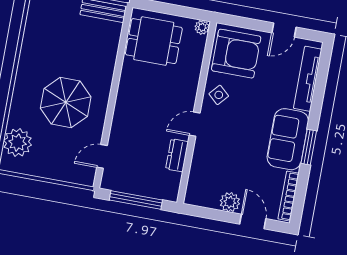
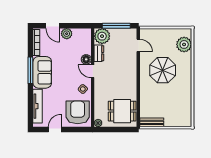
armchair: (236, 54) -> (78, 112), turned 90
door: (195, 124) -> (93, 71), swing flipped
window: (309, 147) -> (30, 70), width x1.44
floor lamp: (202, 148) -> (86, 59), added
door: (102, 156) -> (138, 45), hinge flipped
plant: (165, 186) -> (102, 36), added

